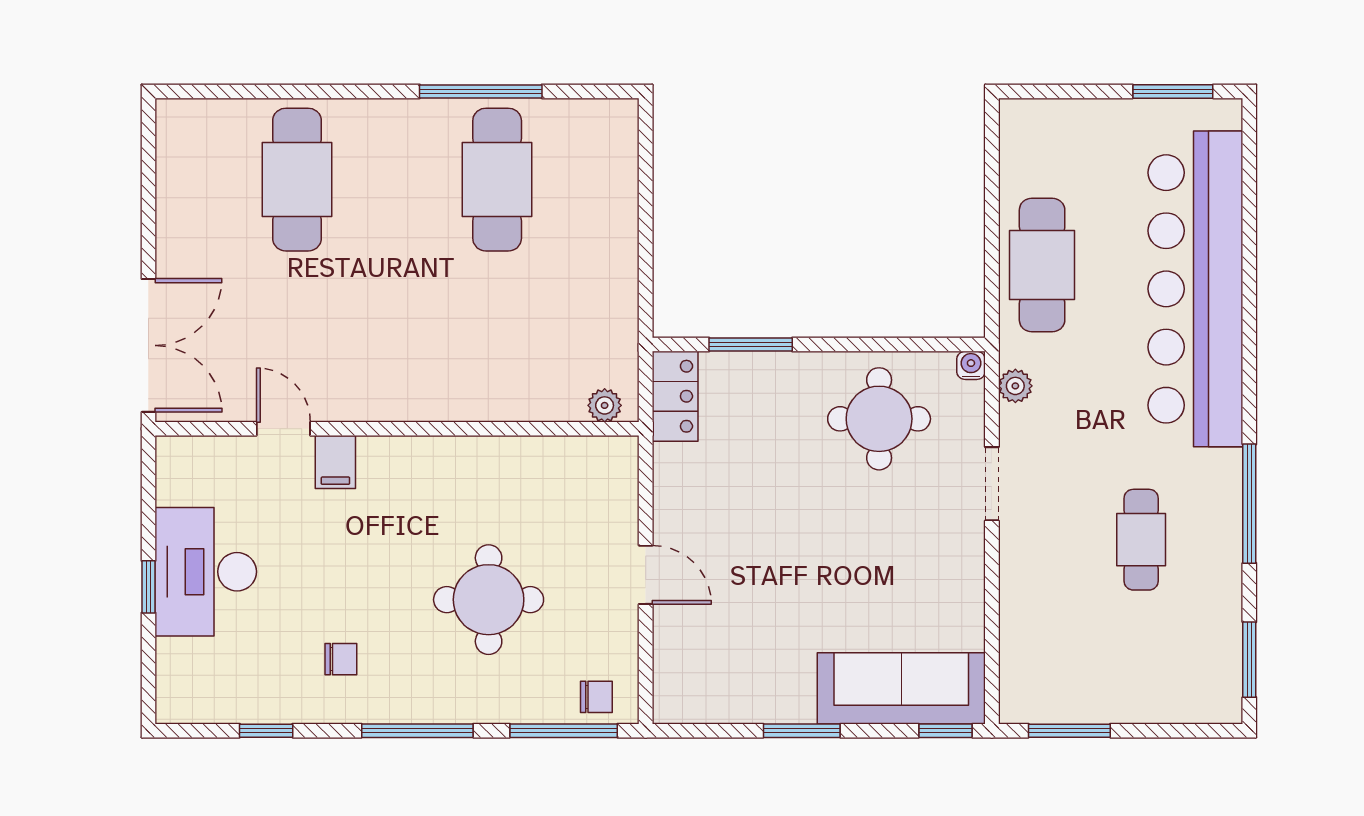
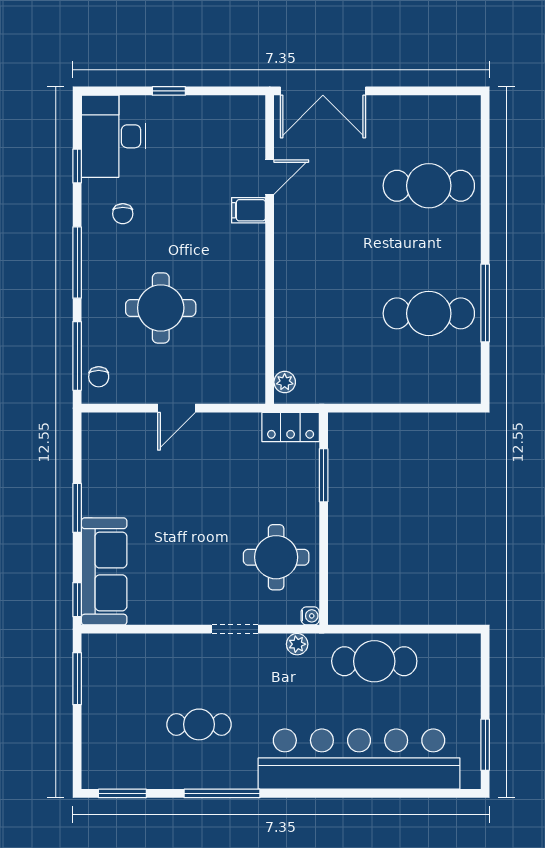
desk: (206, 572) -> (114, 136), moved, turned -90

